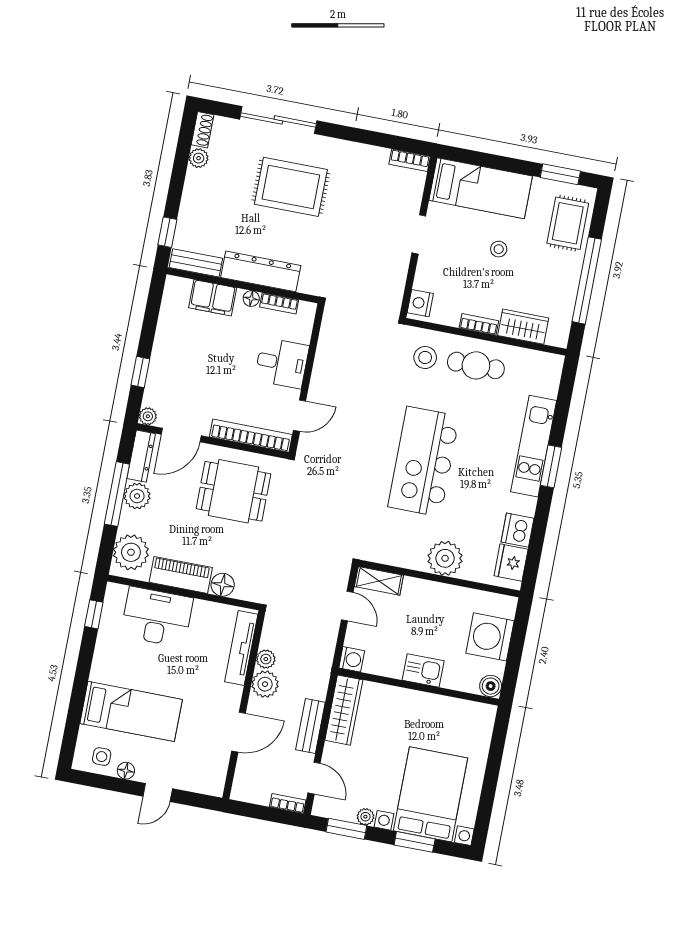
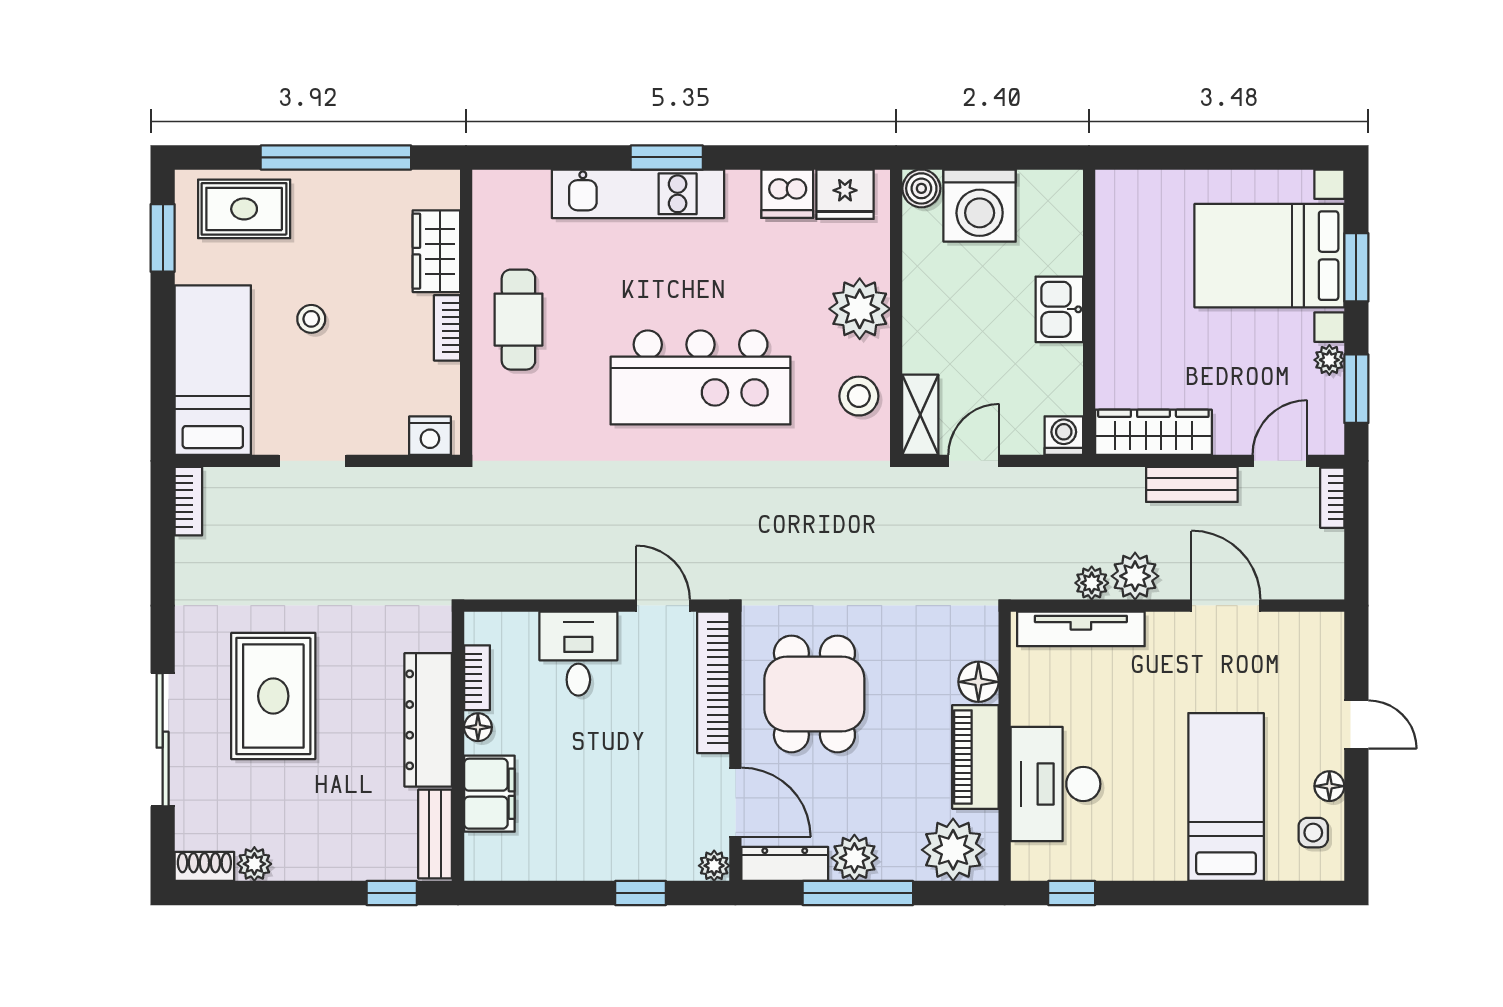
stool: (425, 357) -> (859, 396), moved
boiler: (491, 686) -> (921, 188), moved

